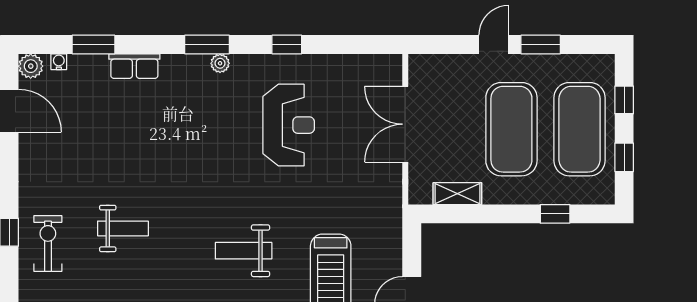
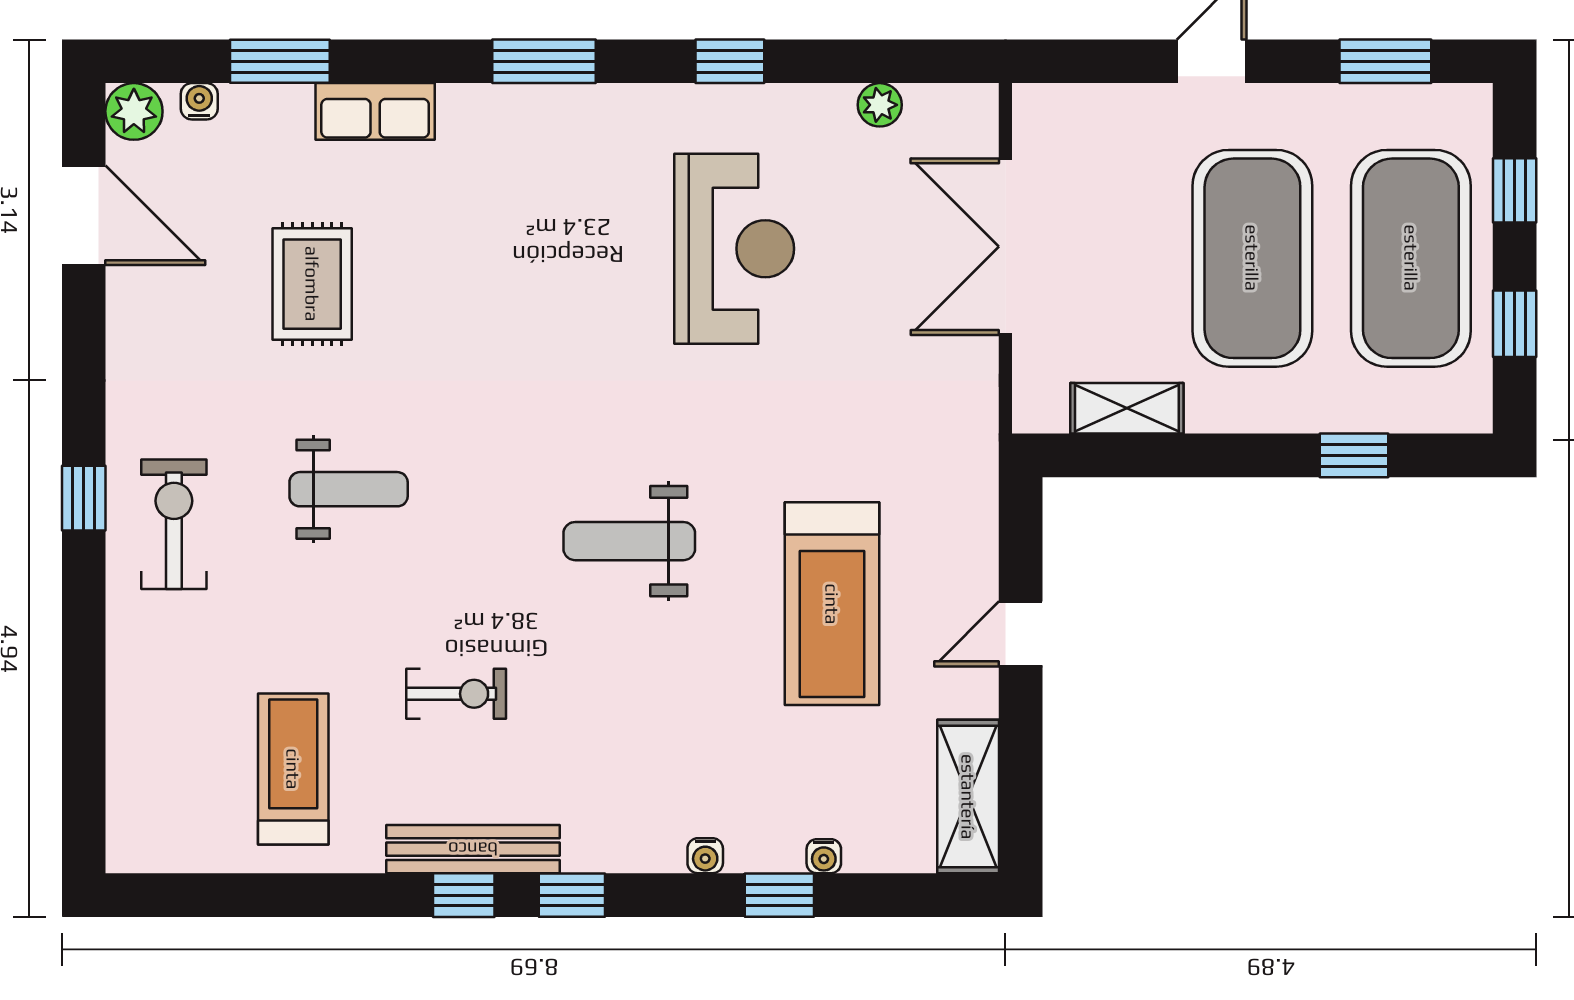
window: (541, 45) -> (1385, 61), moved
plant: (220, 63) -> (880, 105), moved
rug: (107, 140) -> (312, 284), added

